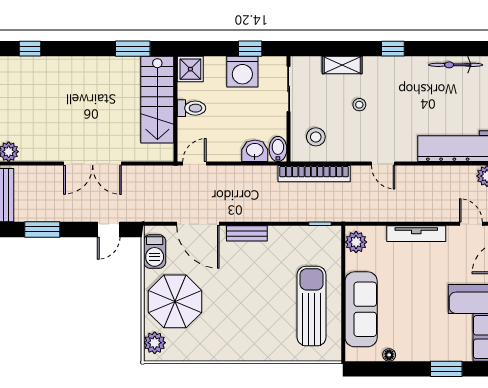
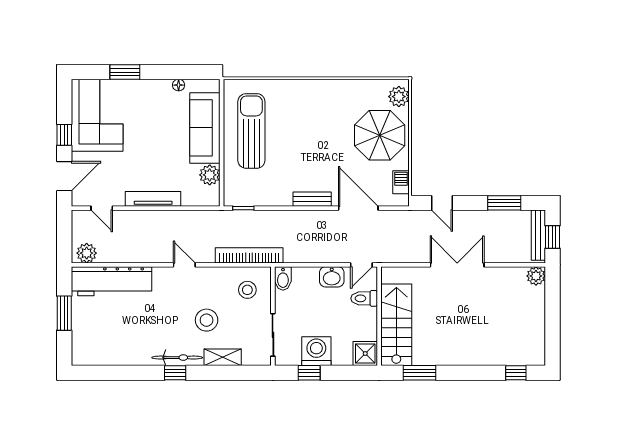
bicycle: (456, 65) -> (177, 358), moved
stool: (359, 105) -> (207, 320), width x1.89, depth x1.89
toilet: (191, 108) -> (364, 298), moved
washbasin: (255, 151) -> (332, 277), moved
door: (109, 229) -> (442, 203), swing flipped
plant: (356, 242) -> (210, 175), moved
barbecue: (155, 251) -> (401, 182), width x0.73, depth x0.79
sun lounger: (312, 306) -> (251, 131), turned 180

